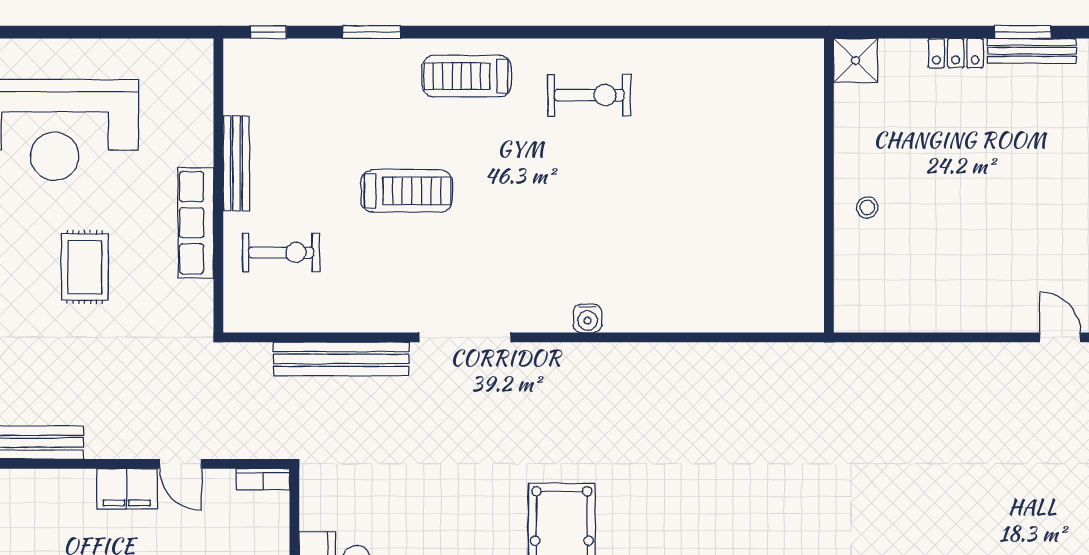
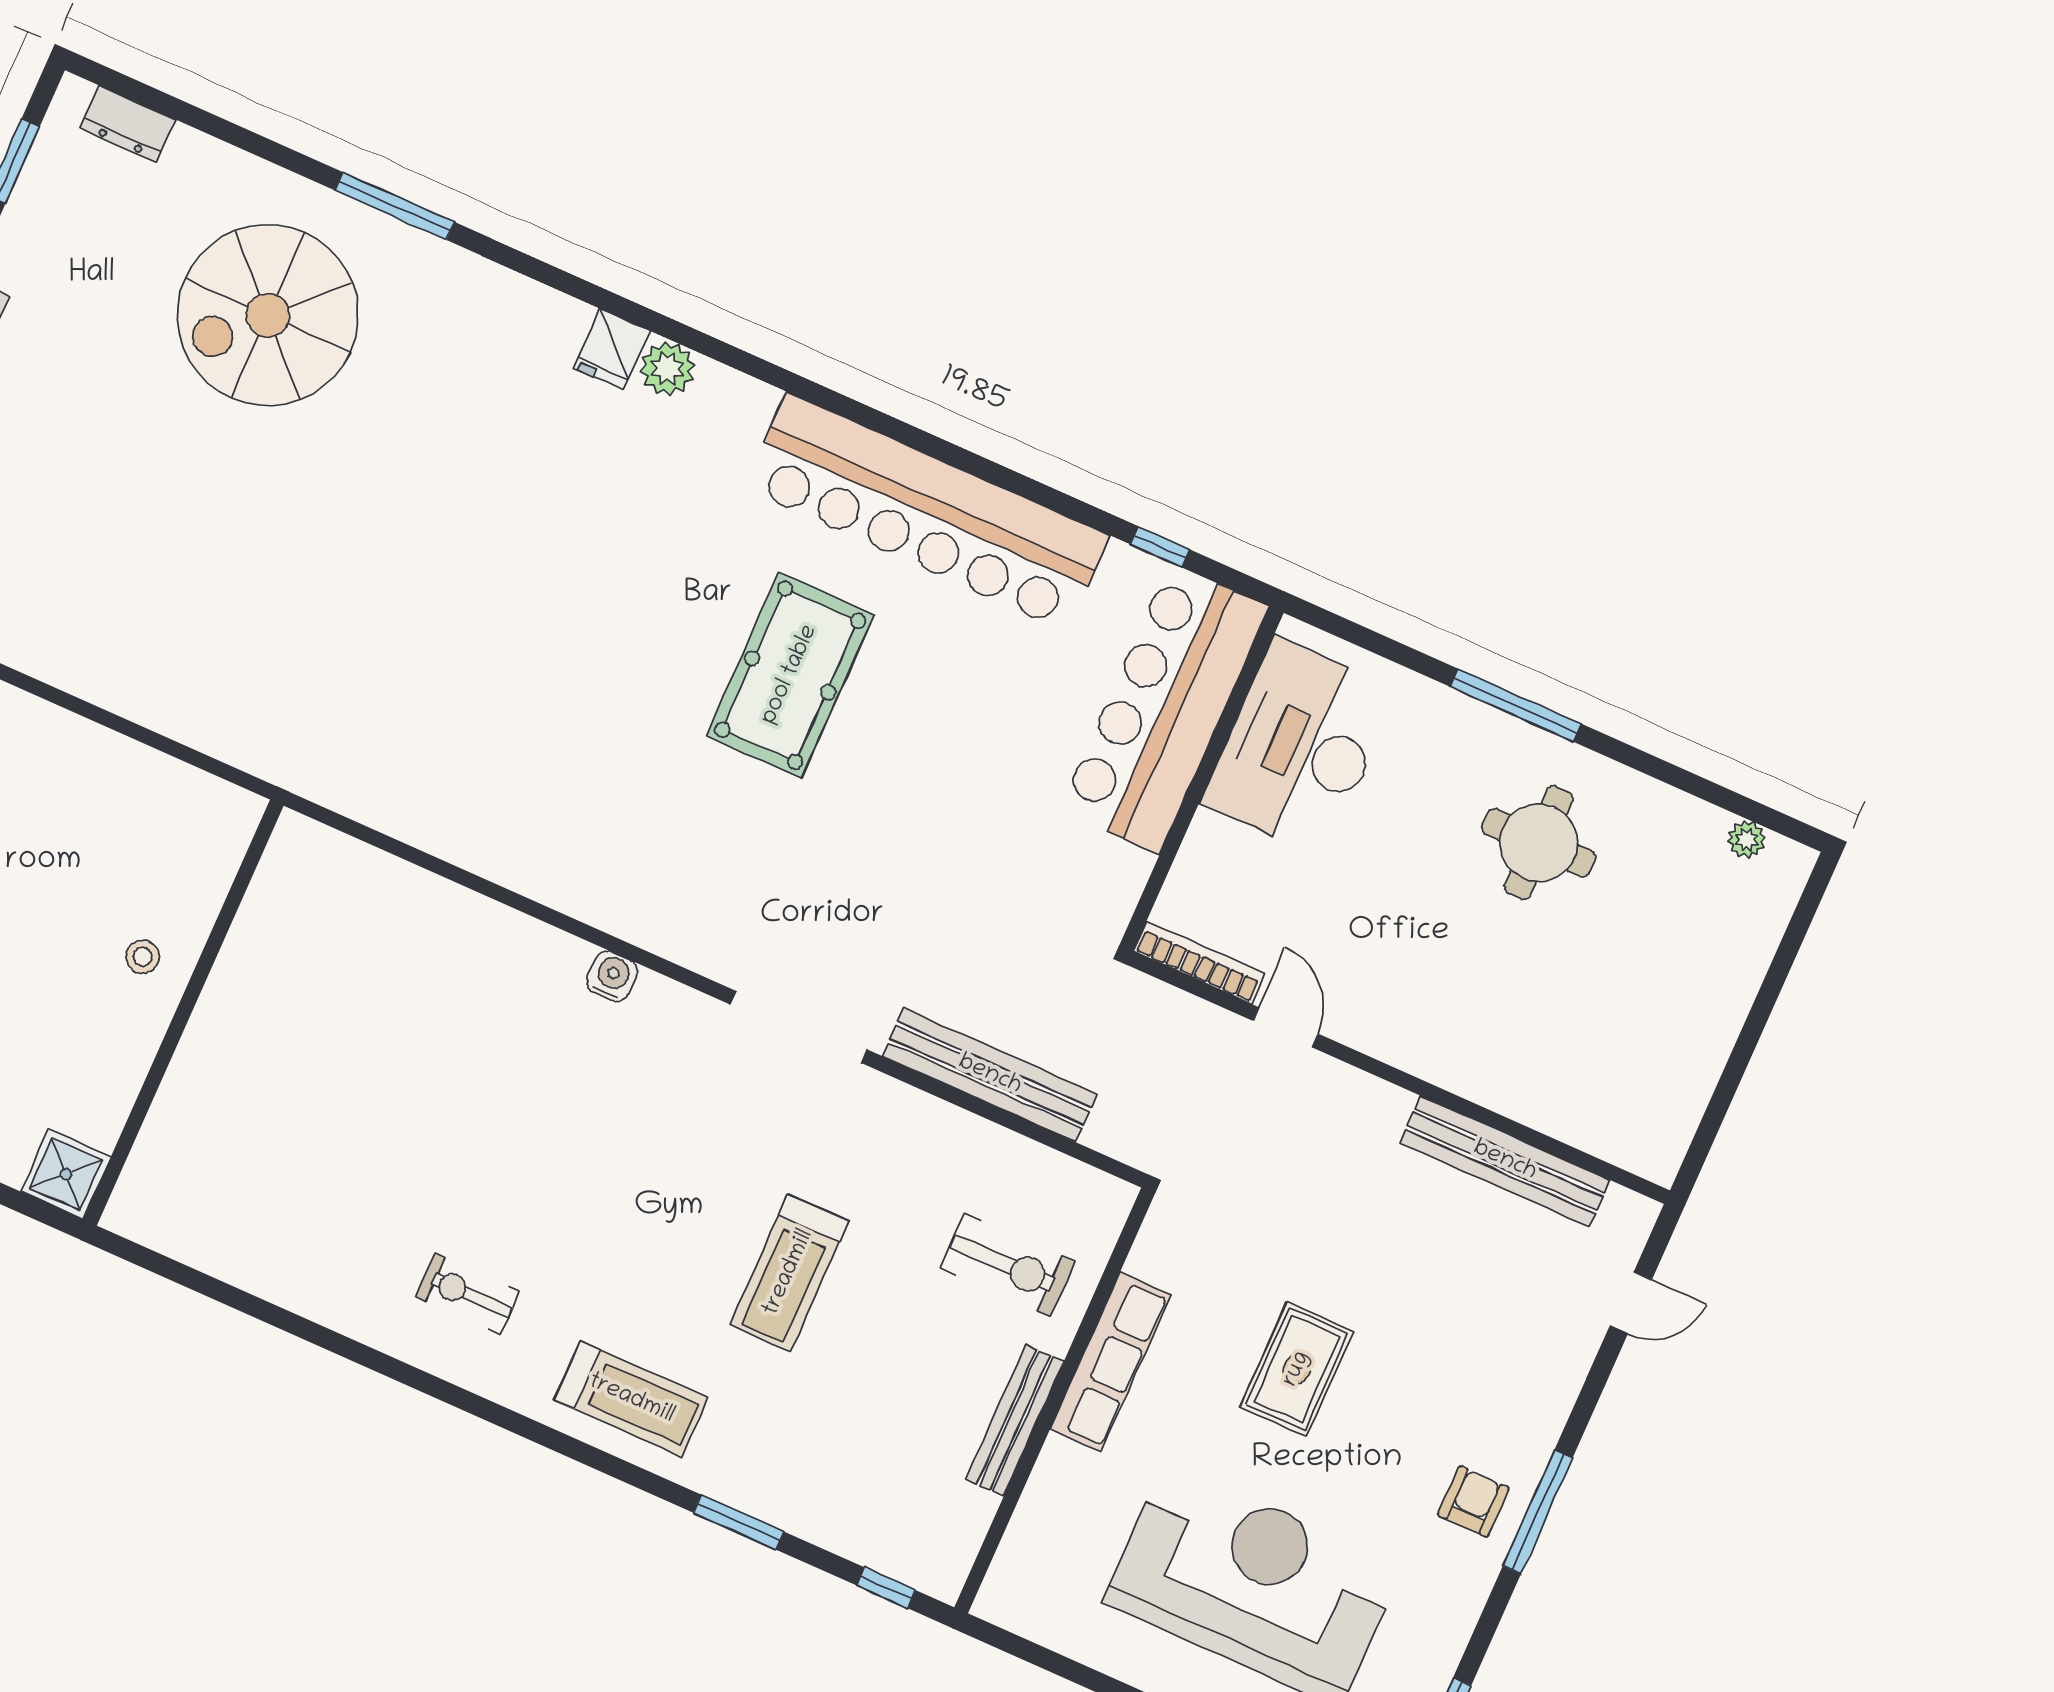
exercise bike: (589, 95) -> (468, 1294), width x0.73, depth x0.72
treadmill: (407, 191) -> (789, 1273), turned -90
exercise bike: (281, 252) -> (1007, 1265), turned 180
bookcase: (263, 479) -> (1199, 962), width x1.56
filing cabinet: (127, 489) -> (1378, 1026), removed

